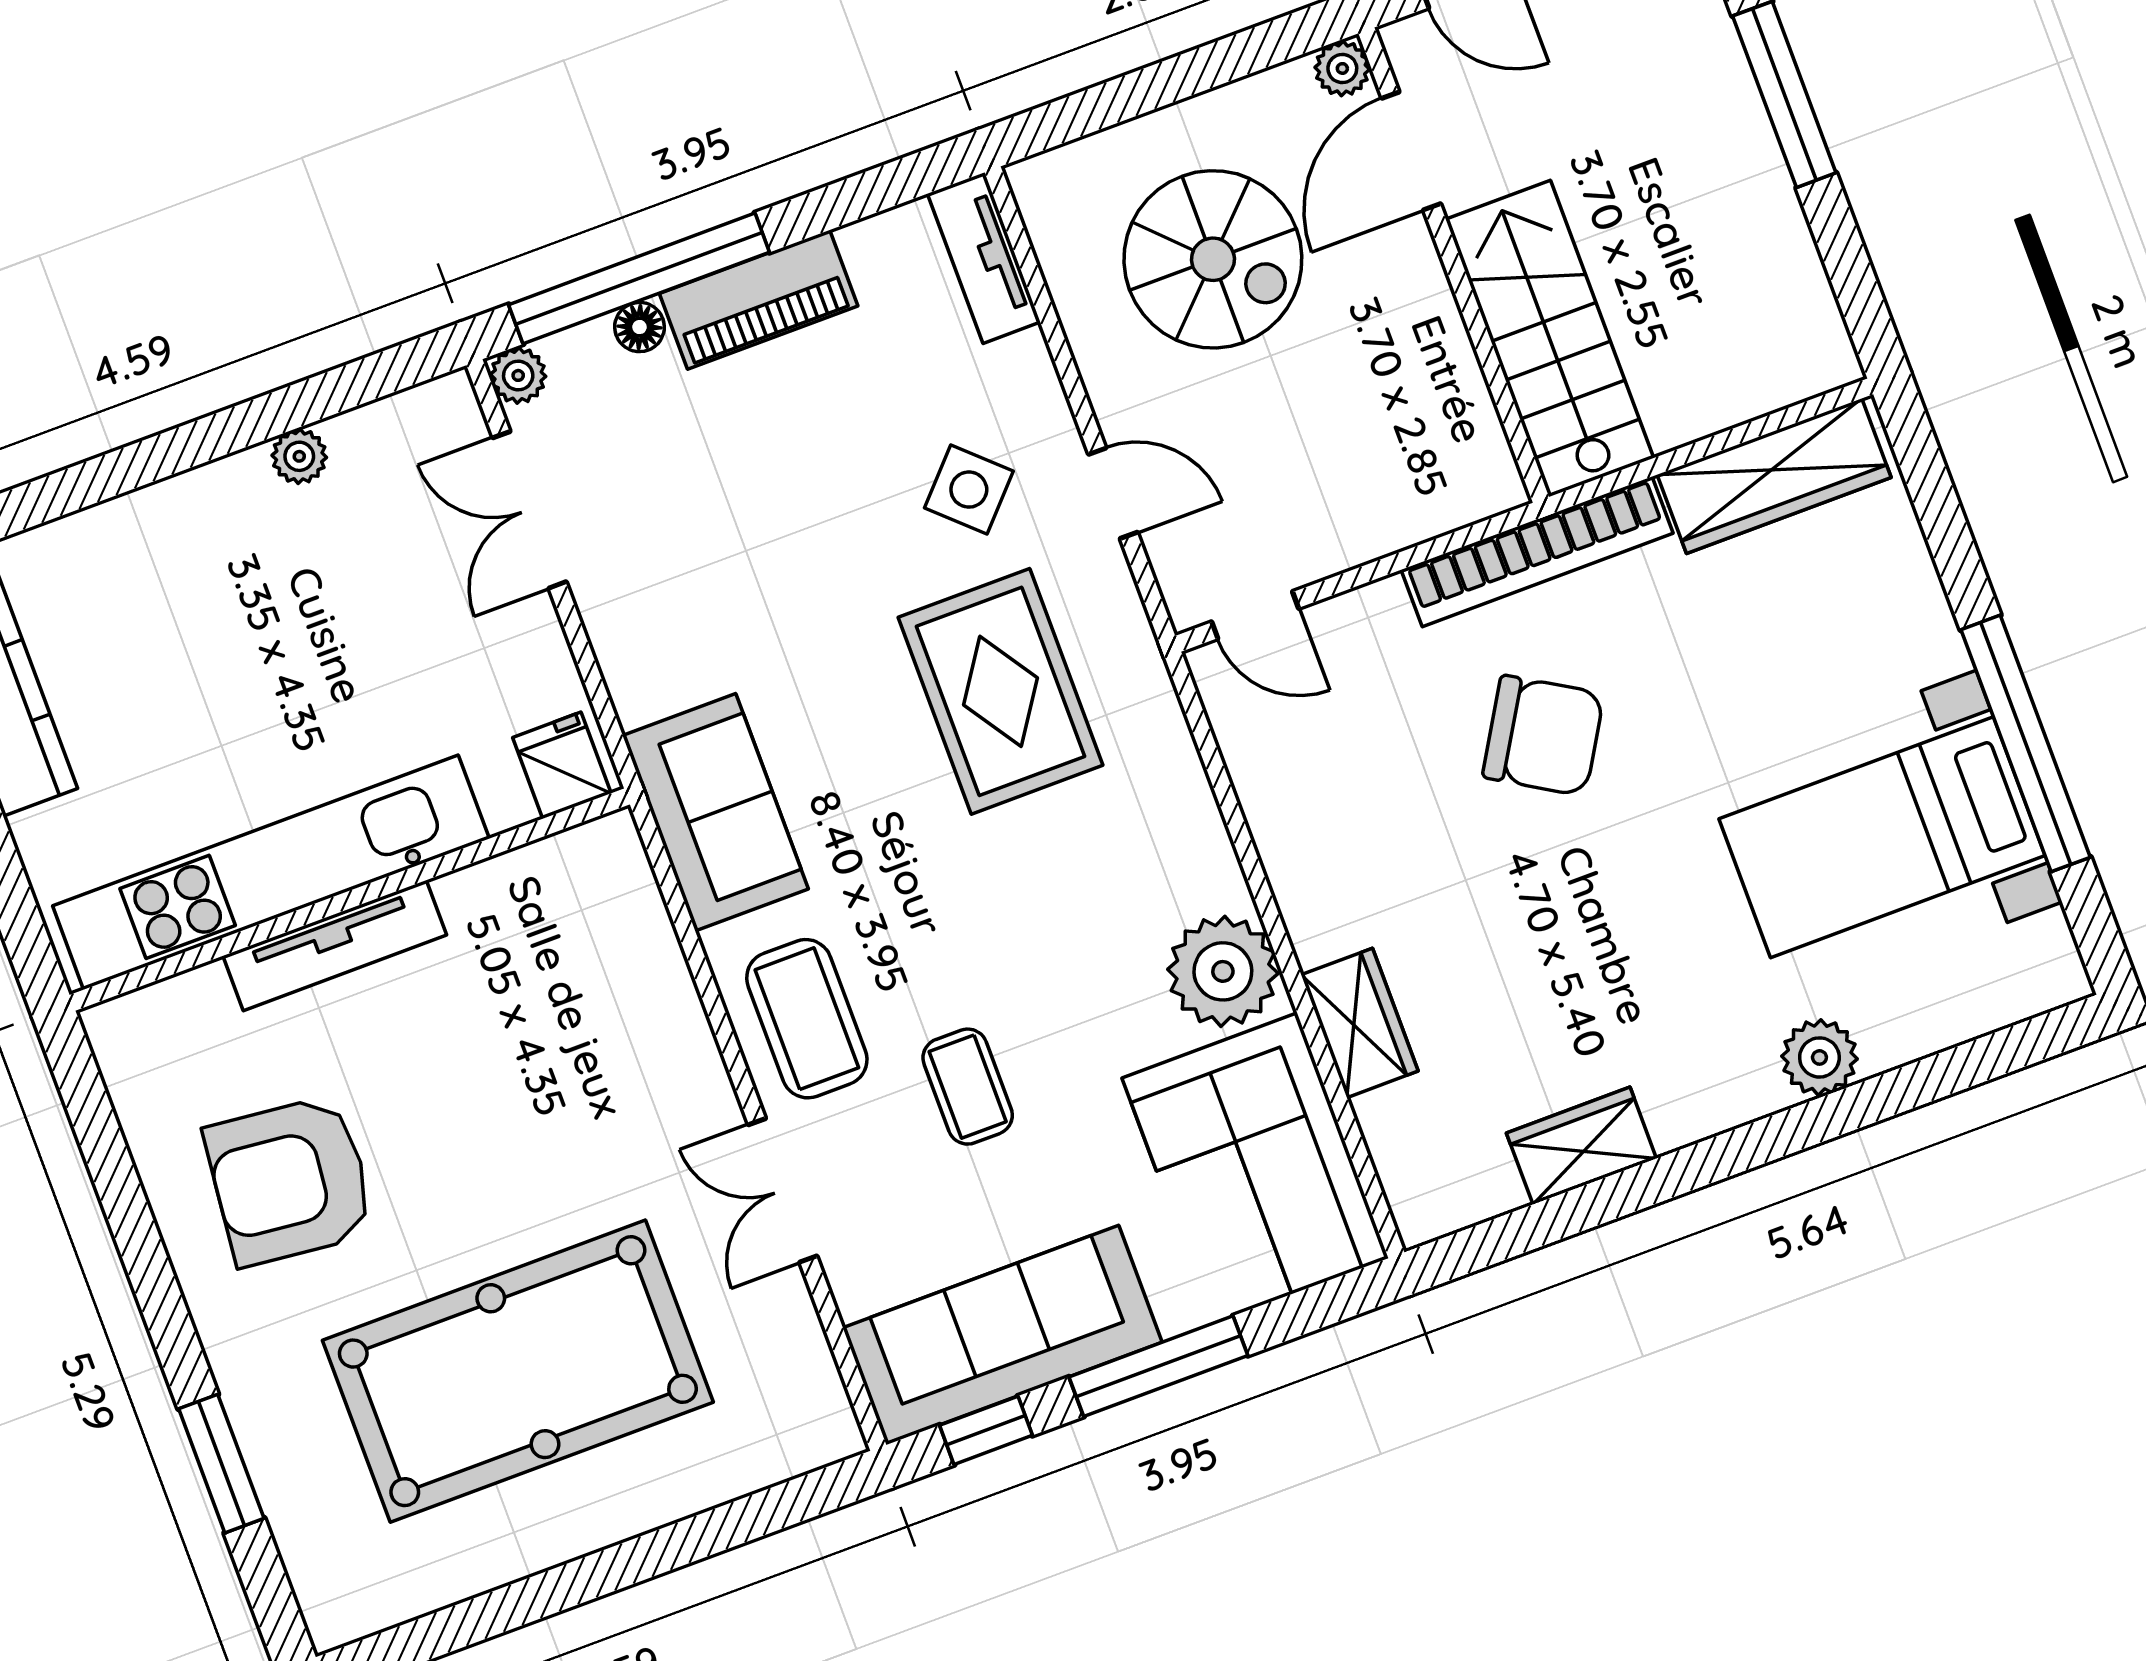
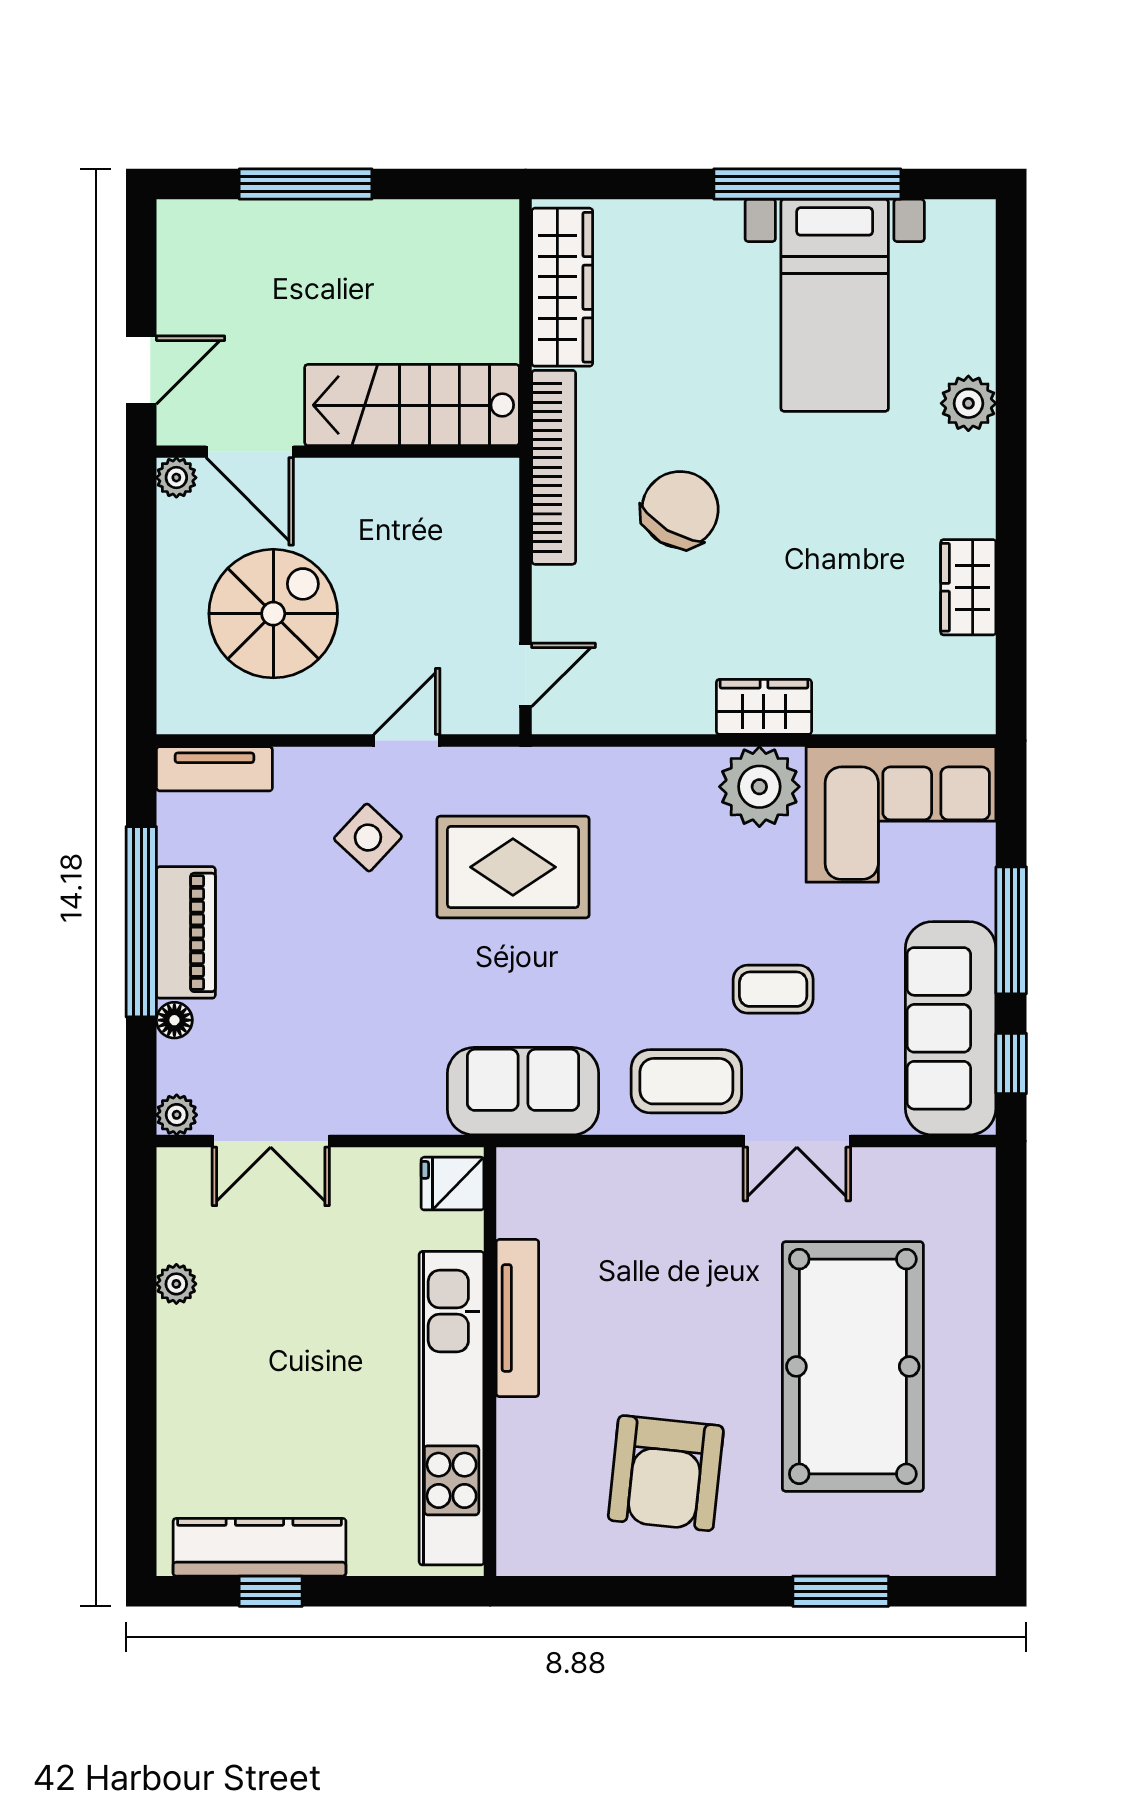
window: (639, 278) -> (141, 922), moved
tv unit: (335, 945) -> (517, 1318), moved
wardrobe: (1360, 1023) -> (764, 707), moved

